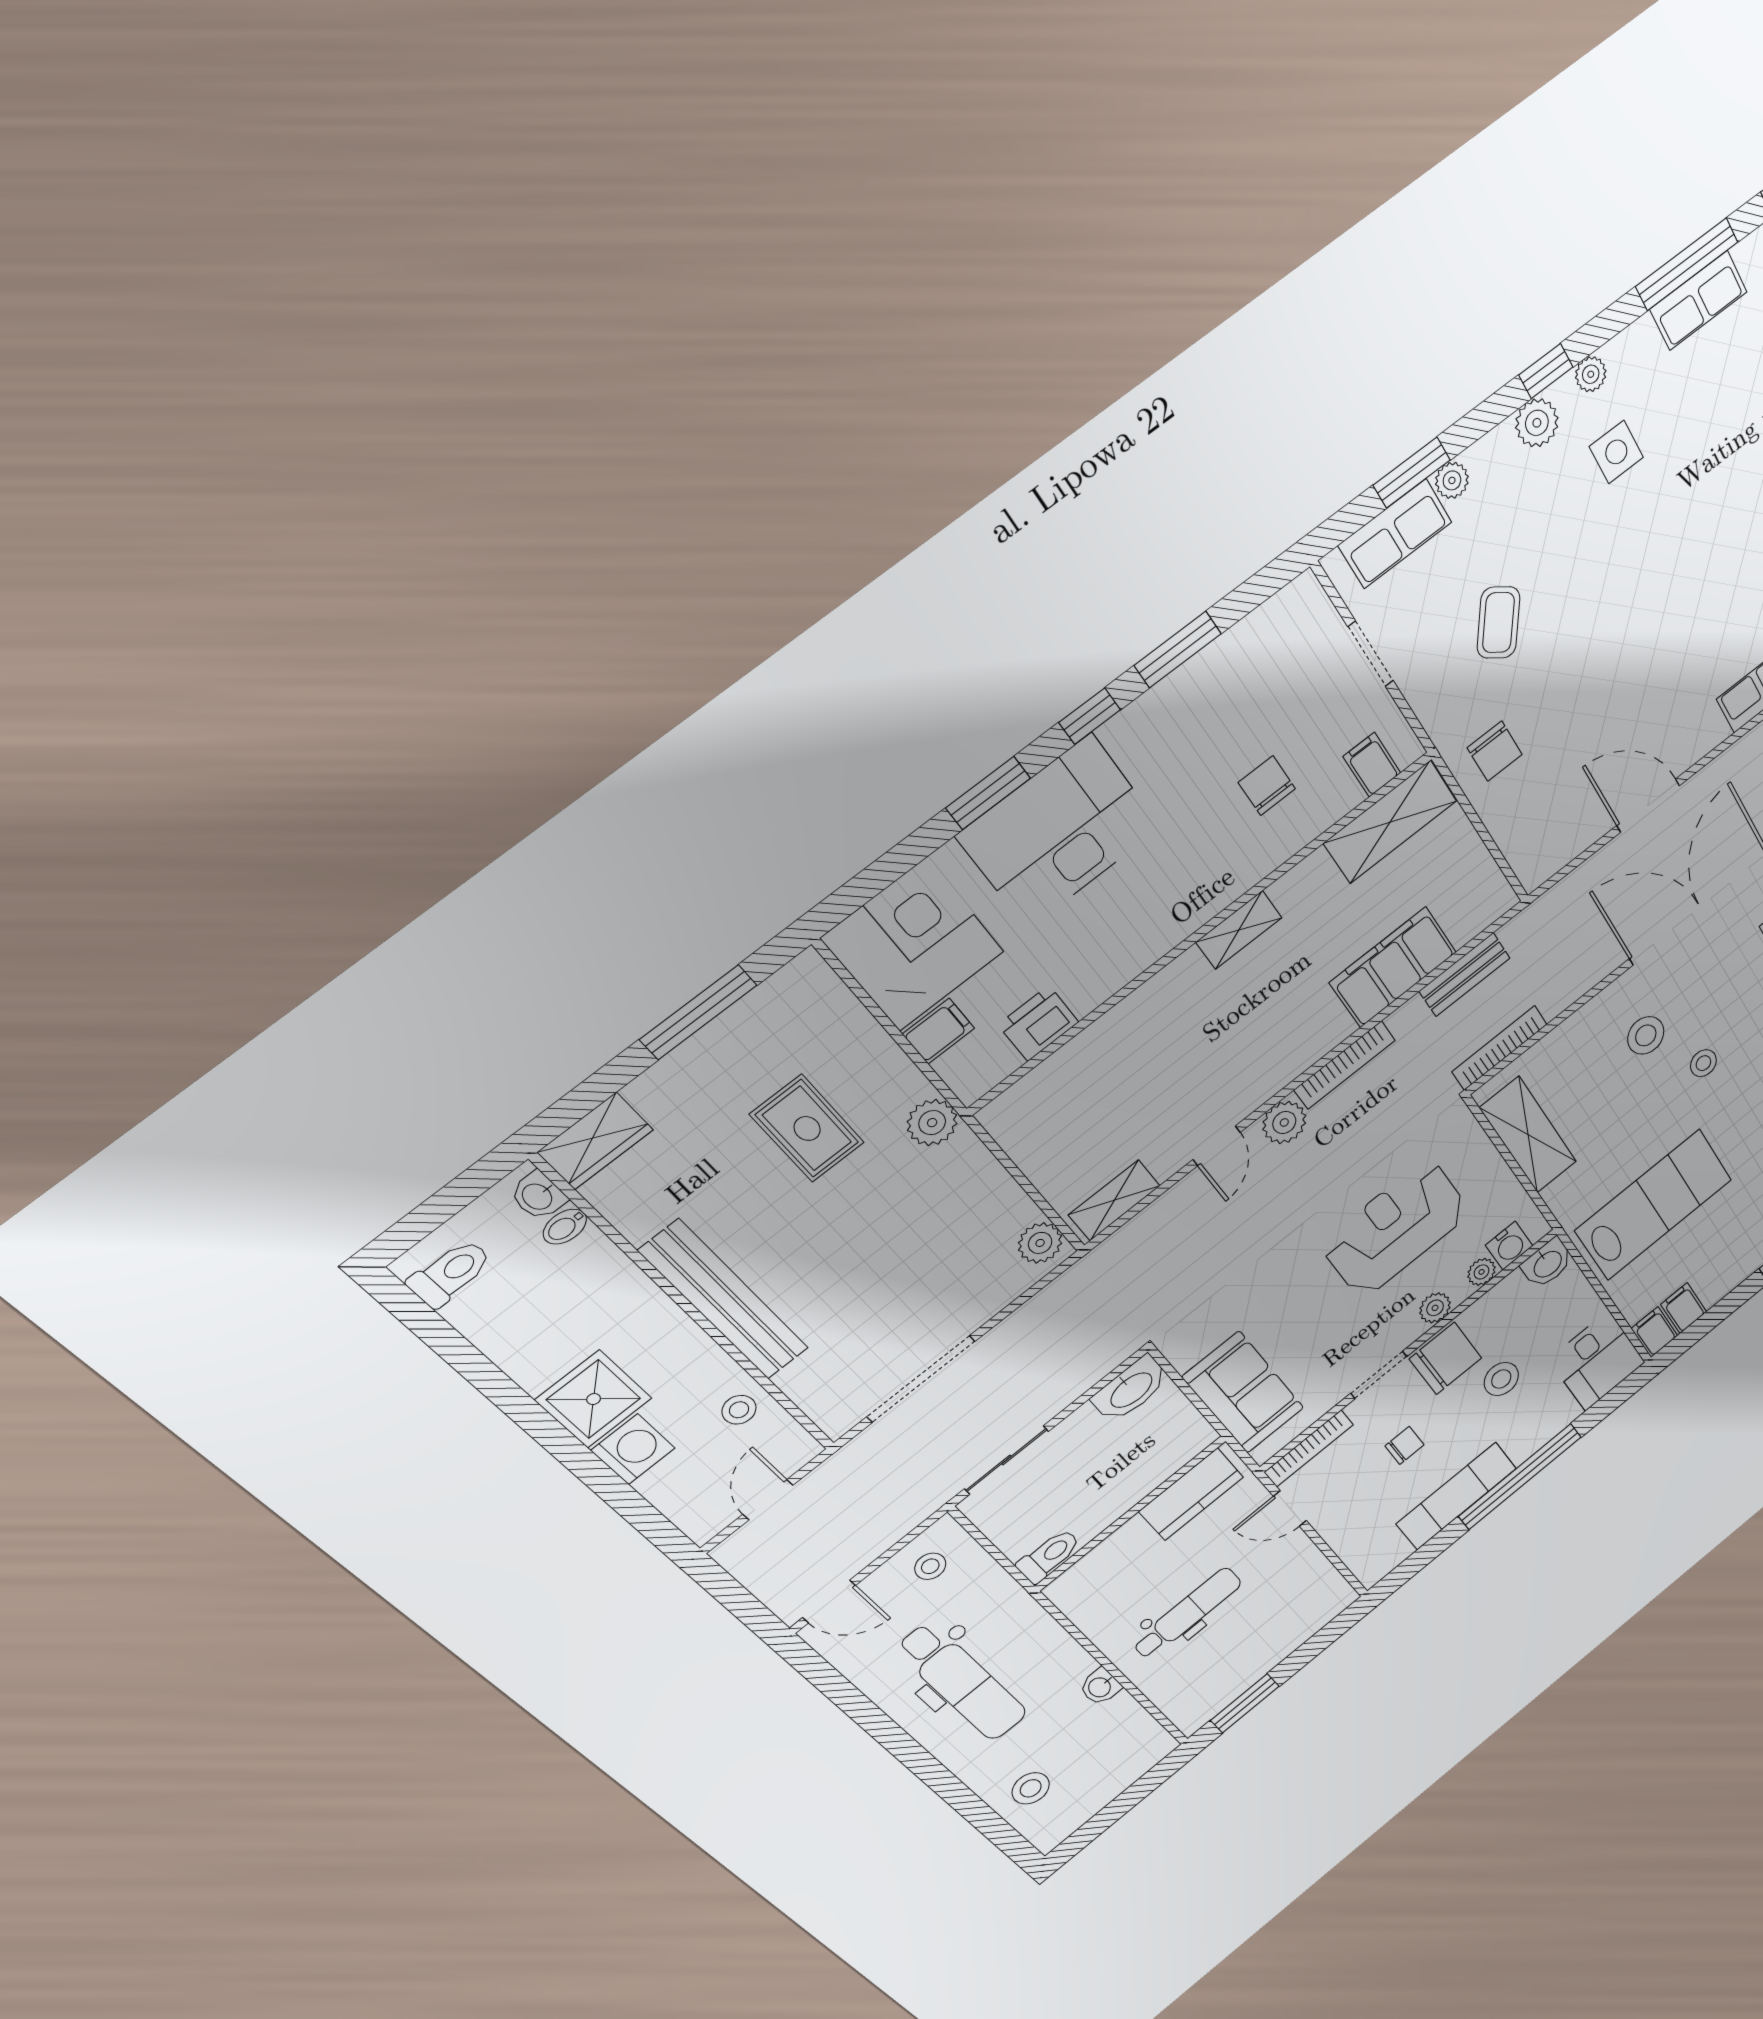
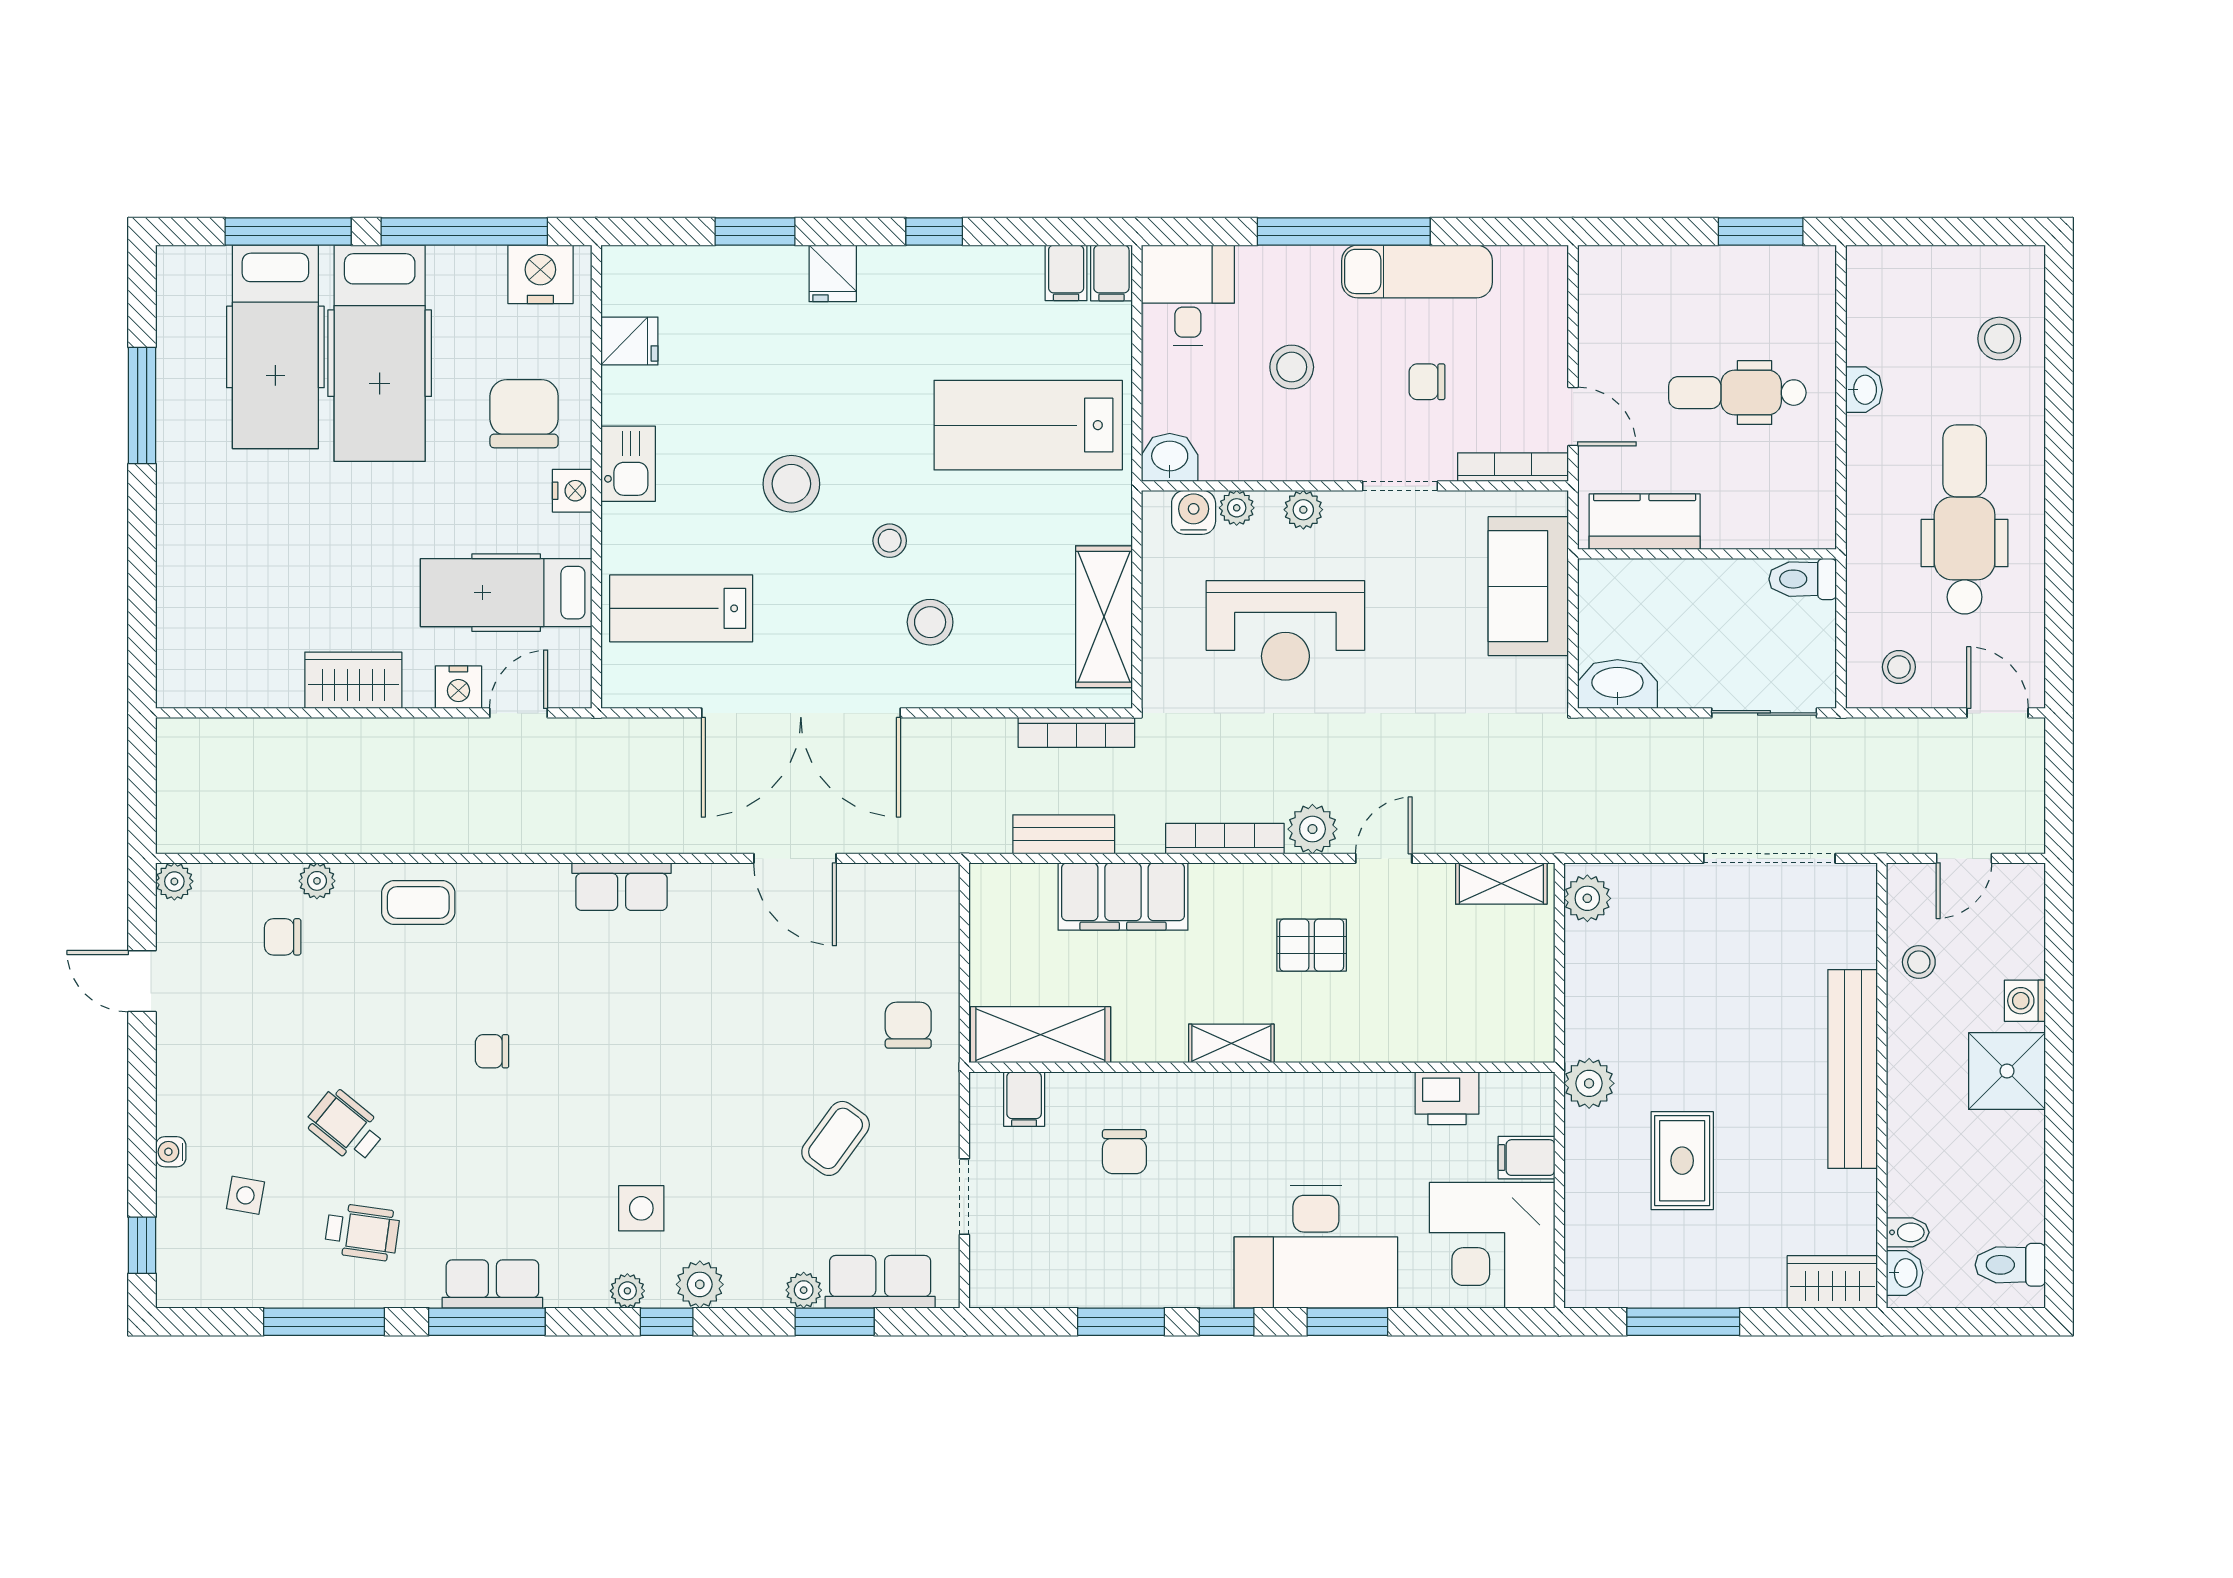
pallet: (1227, 1046) -> (1312, 945), added
chair: (1445, 1358) -> (1329, 443), removed
washing machine: (633, 1449) -> (2025, 1001), width x0.73, depth x0.73

